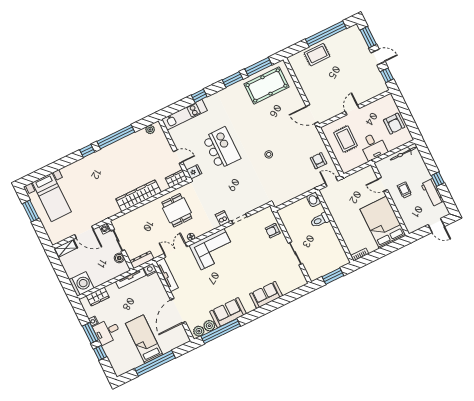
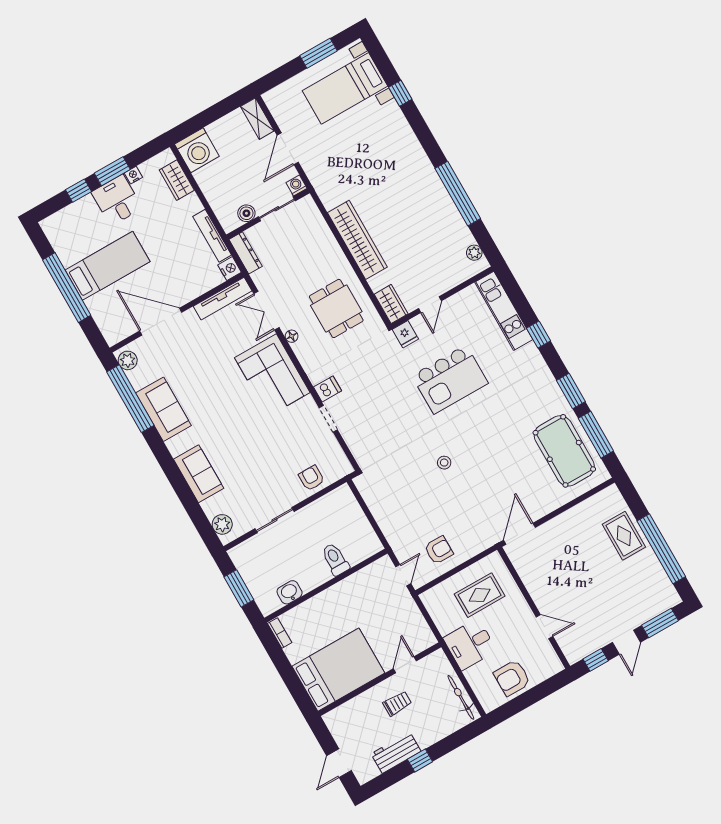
door: (352, 110) -> (545, 627), moved
window: (87, 151) -> (400, 93), moved
washbasin: (314, 200) -> (290, 592), moved
dining table: (177, 210) -> (336, 308), turned 90
double door: (176, 250) -> (266, 311), swing flipped
plant: (209, 326) -> (222, 524), moved

